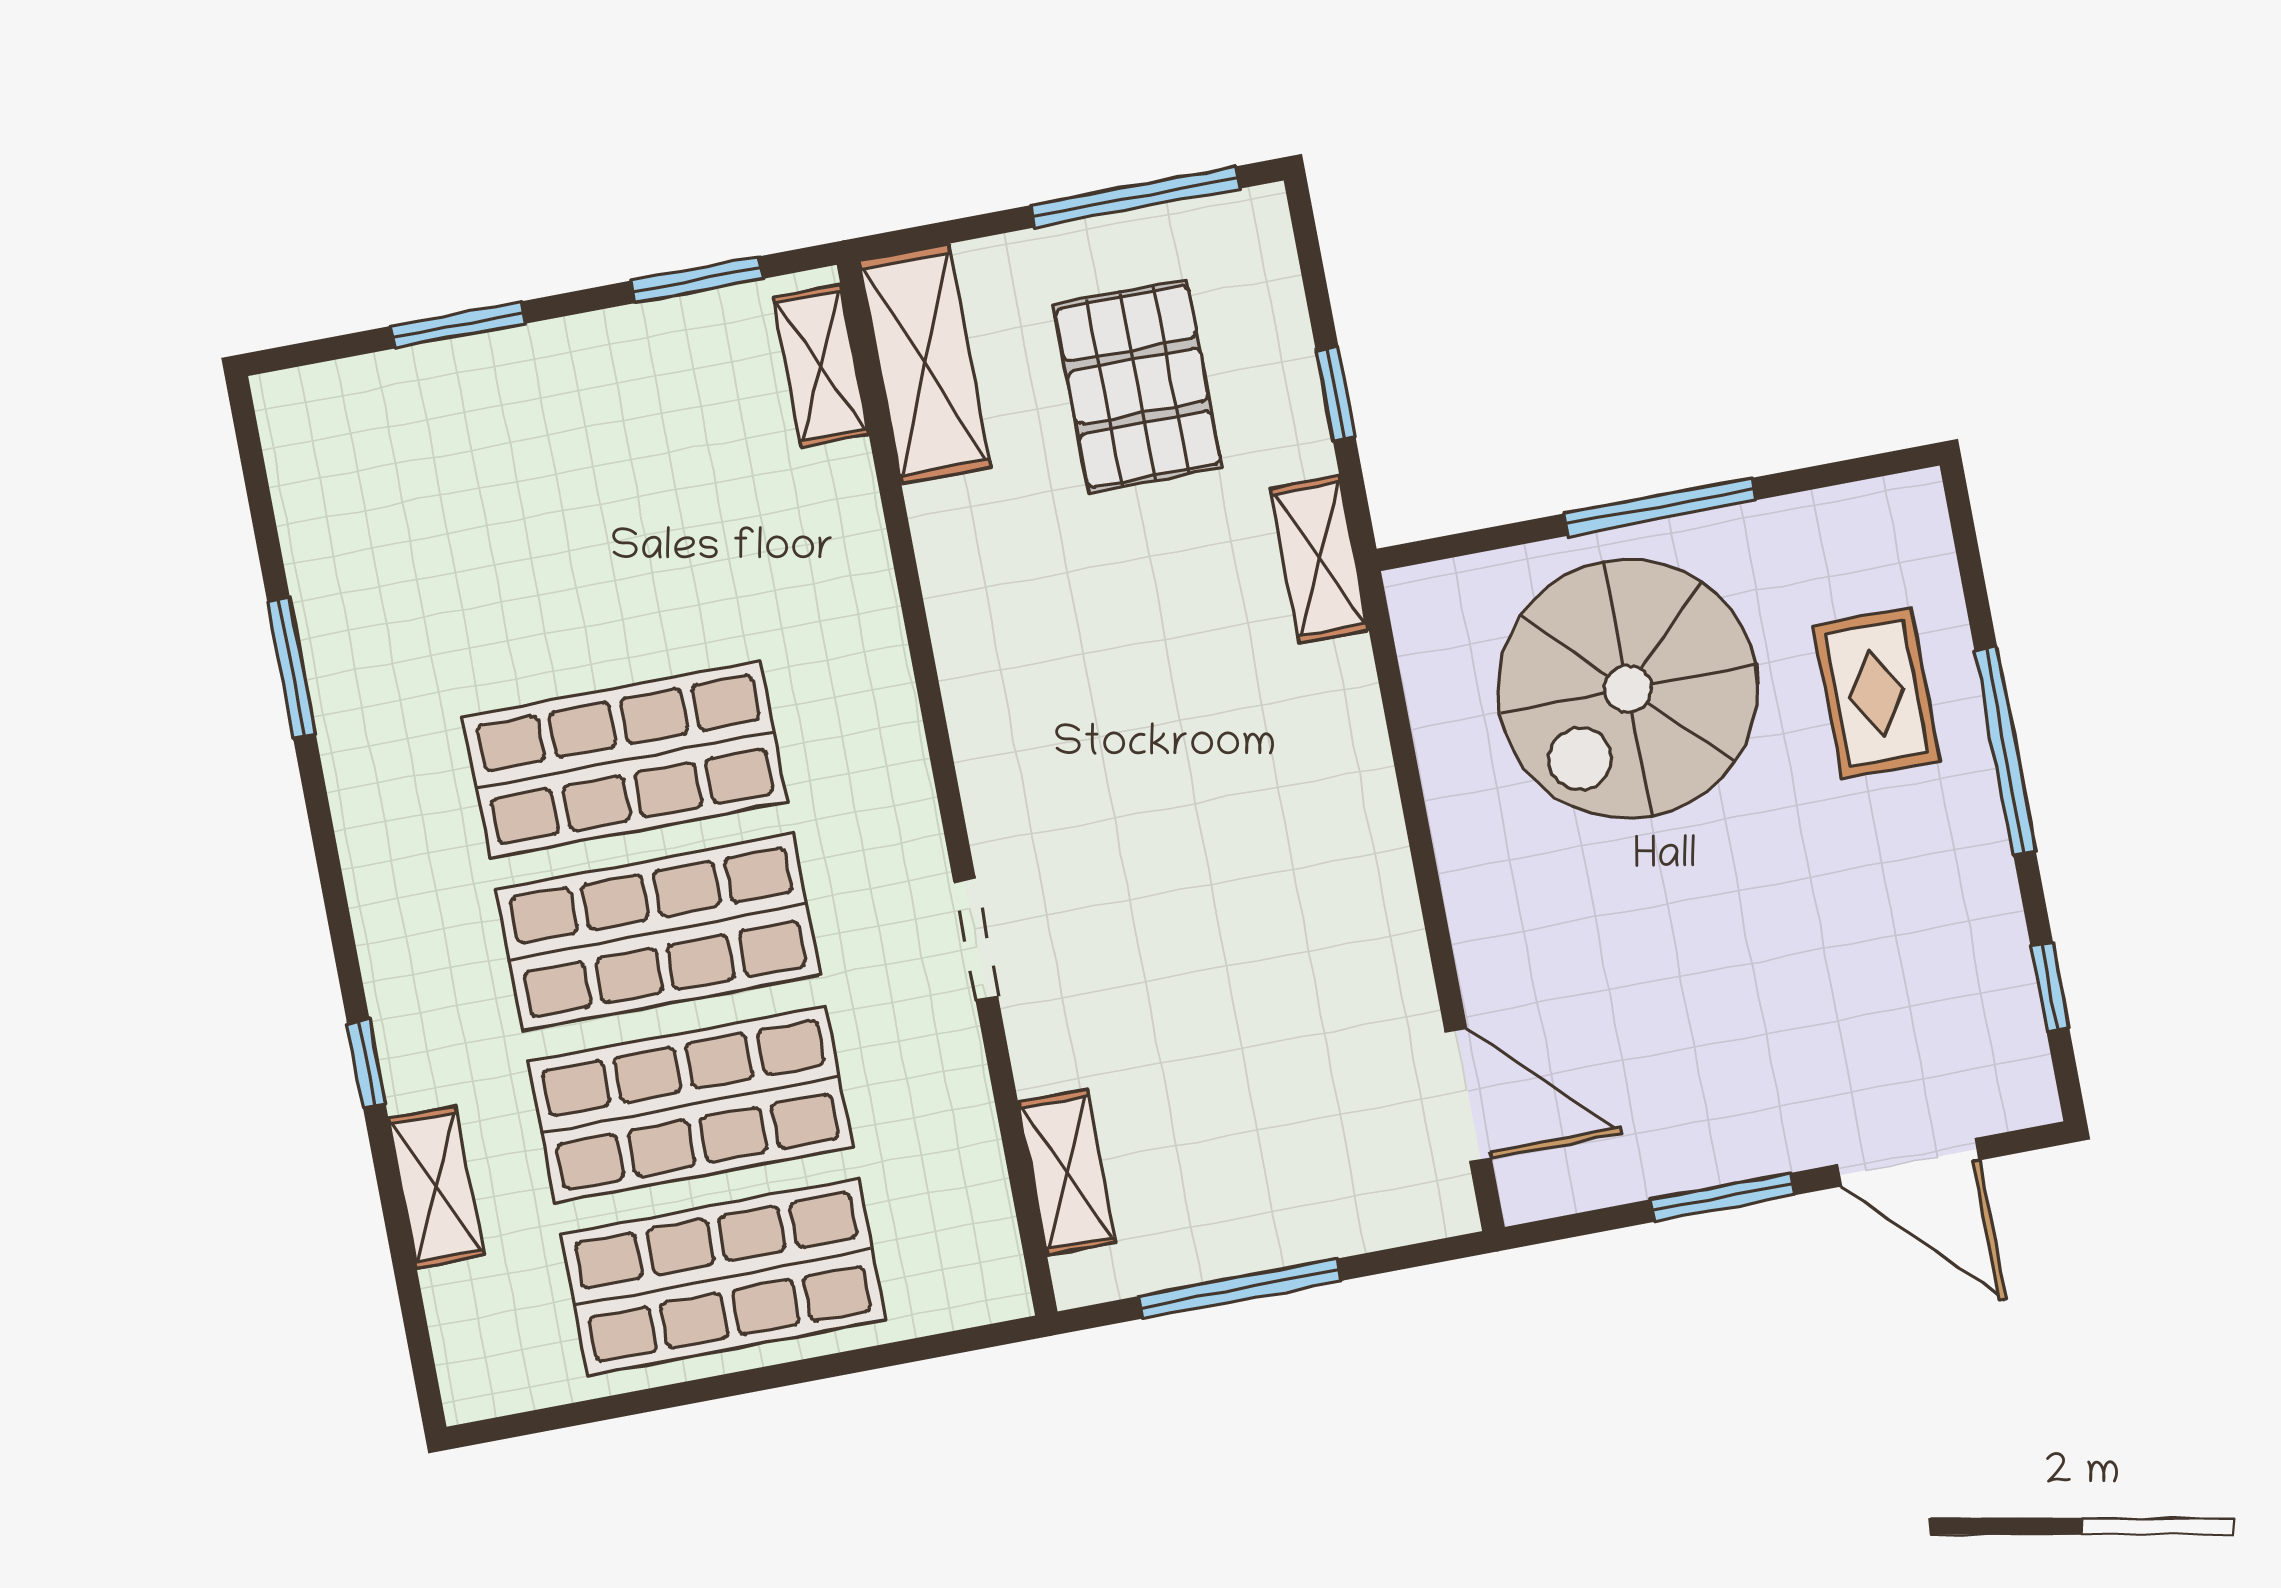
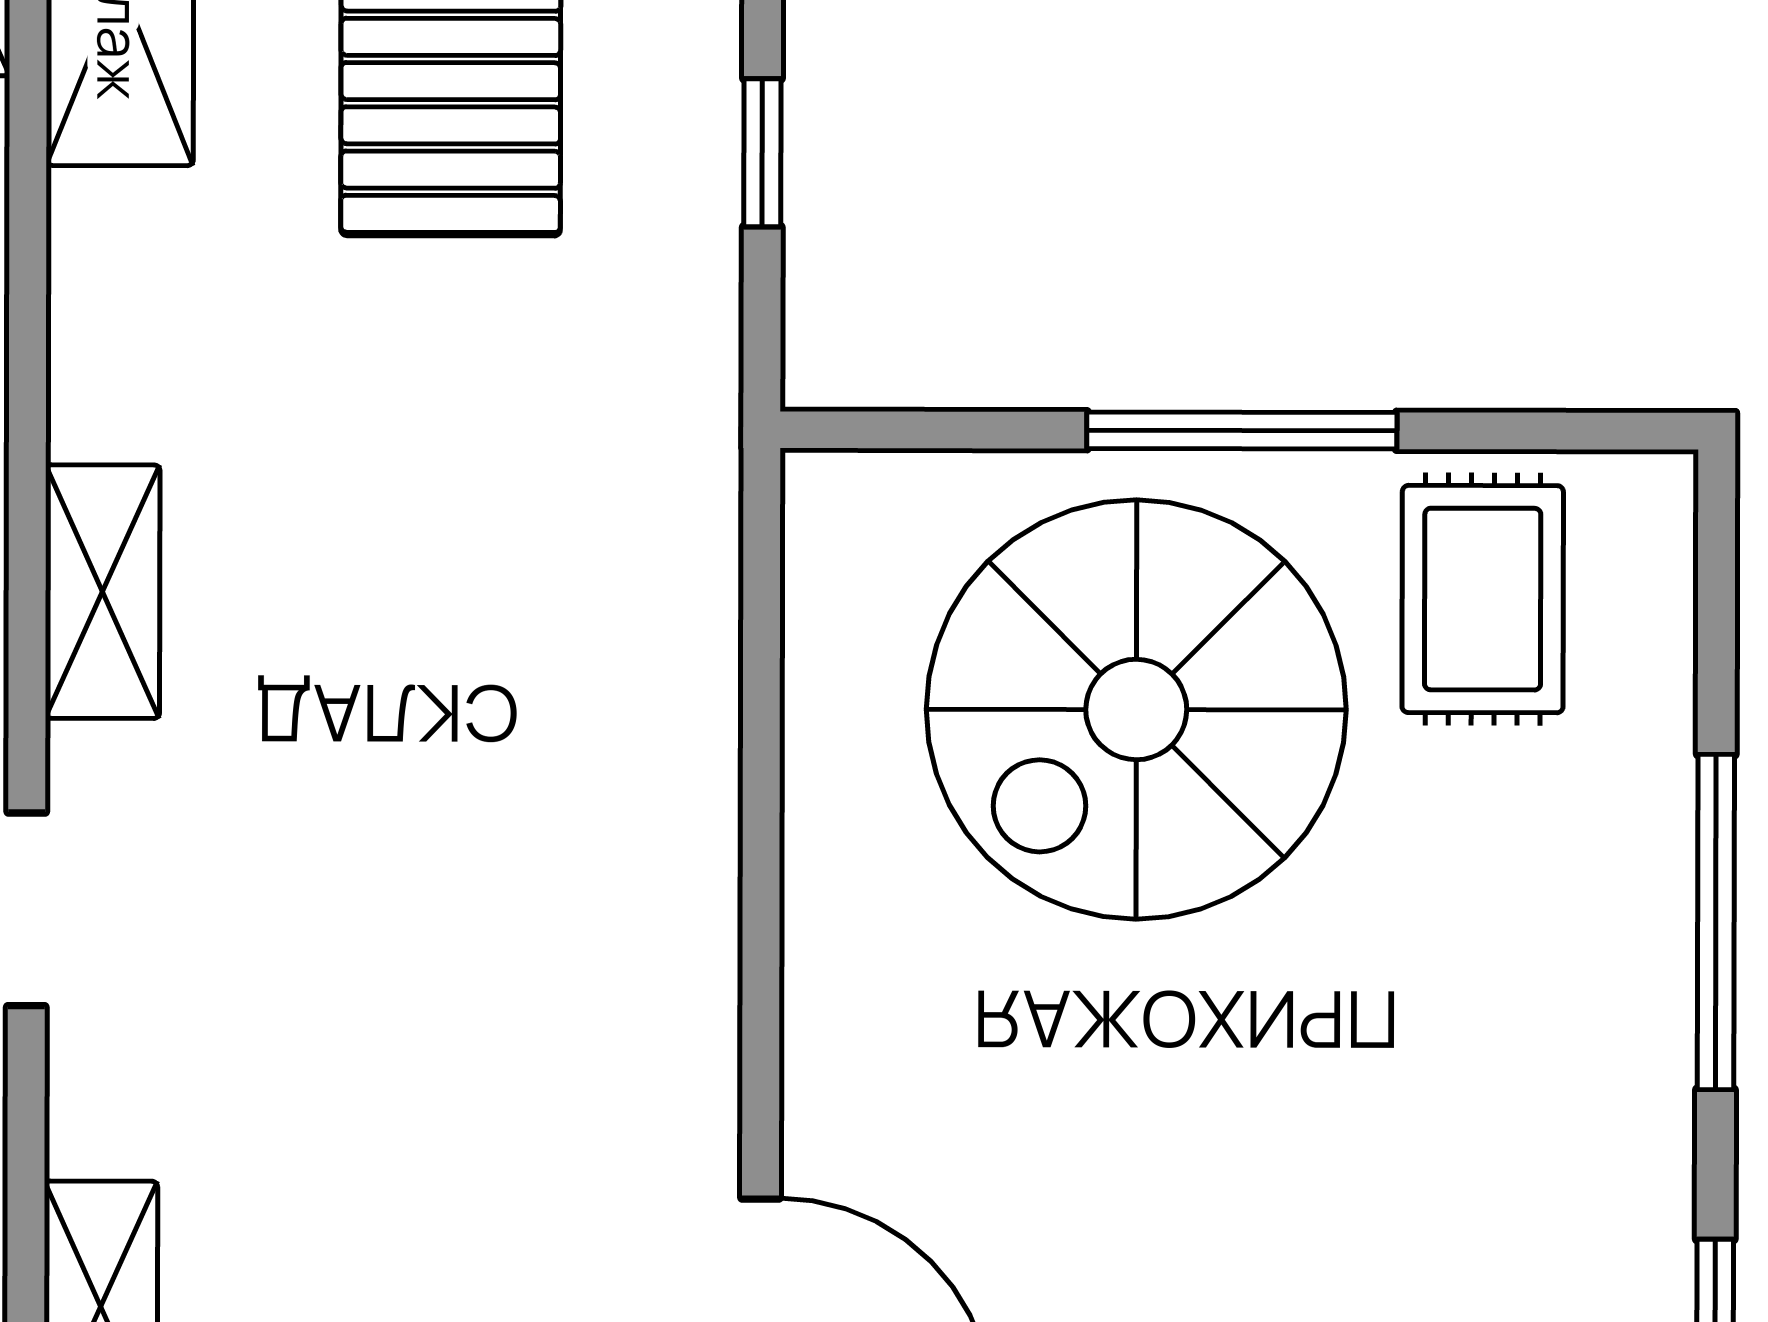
shelving: (1319, 559) -> (103, 592), moved
rug: (1877, 693) -> (1483, 599), moved

